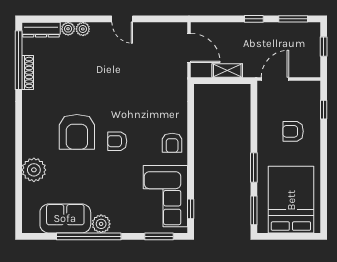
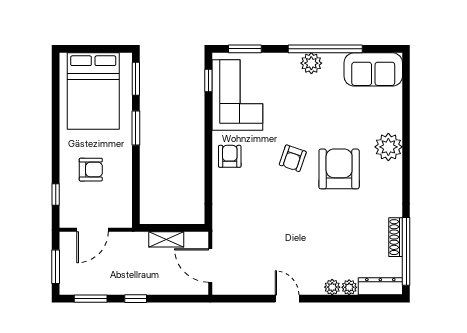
window: (324, 47) -> (56, 267), width x1.50
door: (275, 79) -> (92, 230), moved
armchair: (117, 141) -> (293, 158), turned 109
plant: (34, 170) -> (388, 147), moved
sofa: (65, 218) -> (373, 69), moved

